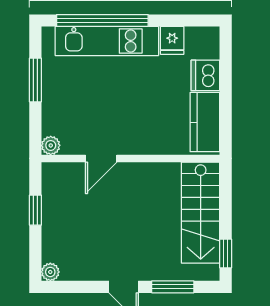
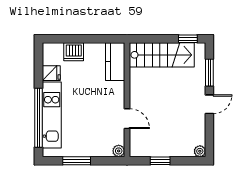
kitchen counter: (205, 122) -> (115, 62), moved, turned 90

